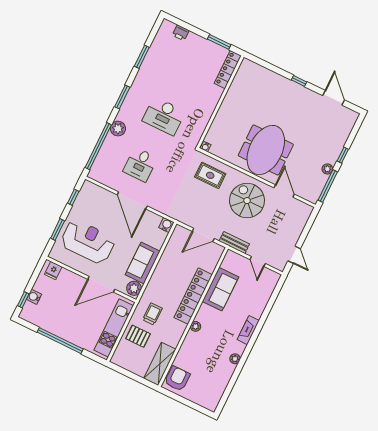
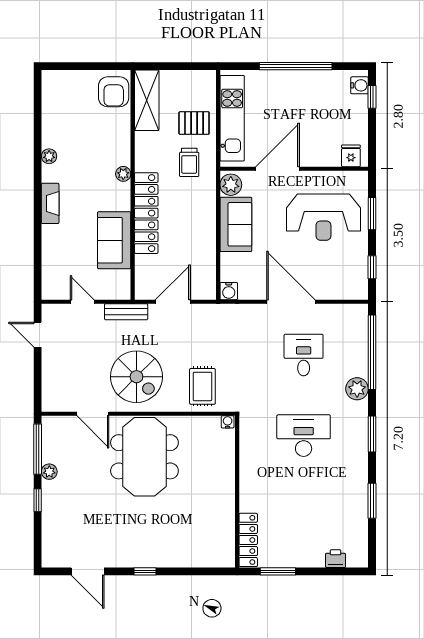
rug: (210, 175) -> (202, 386), turned 90
water cooler: (34, 297) -> (360, 85), moved

